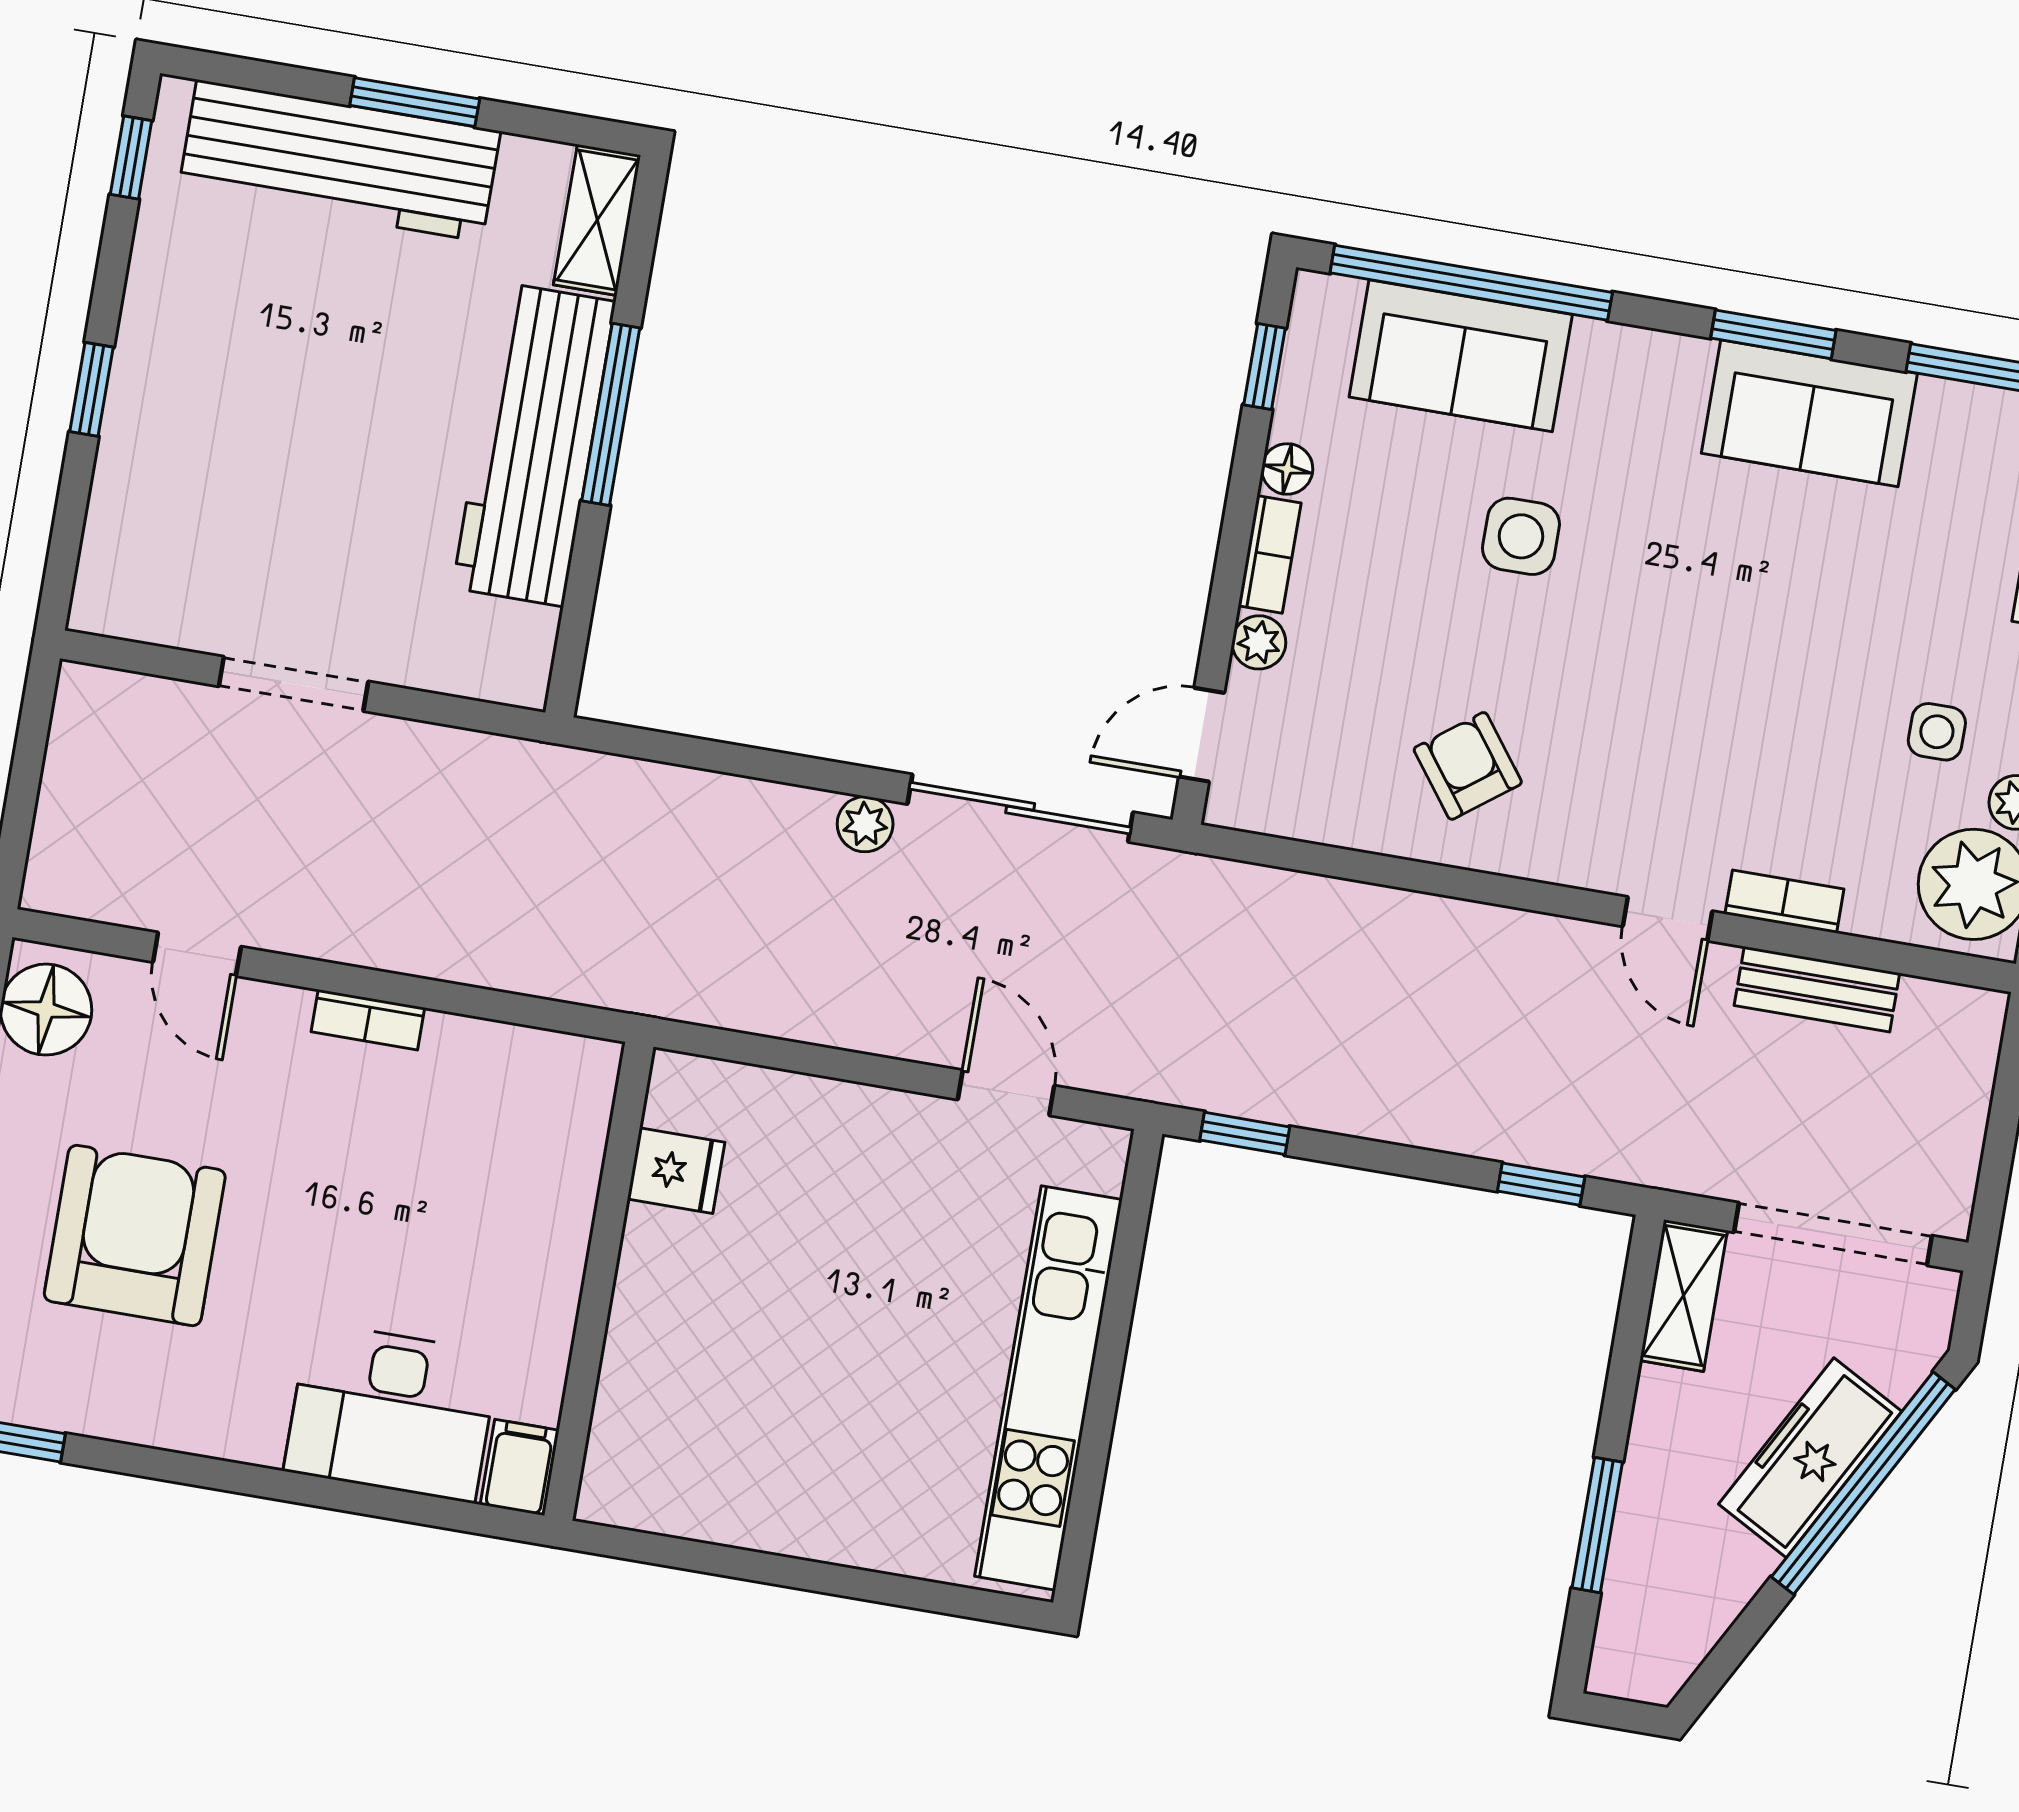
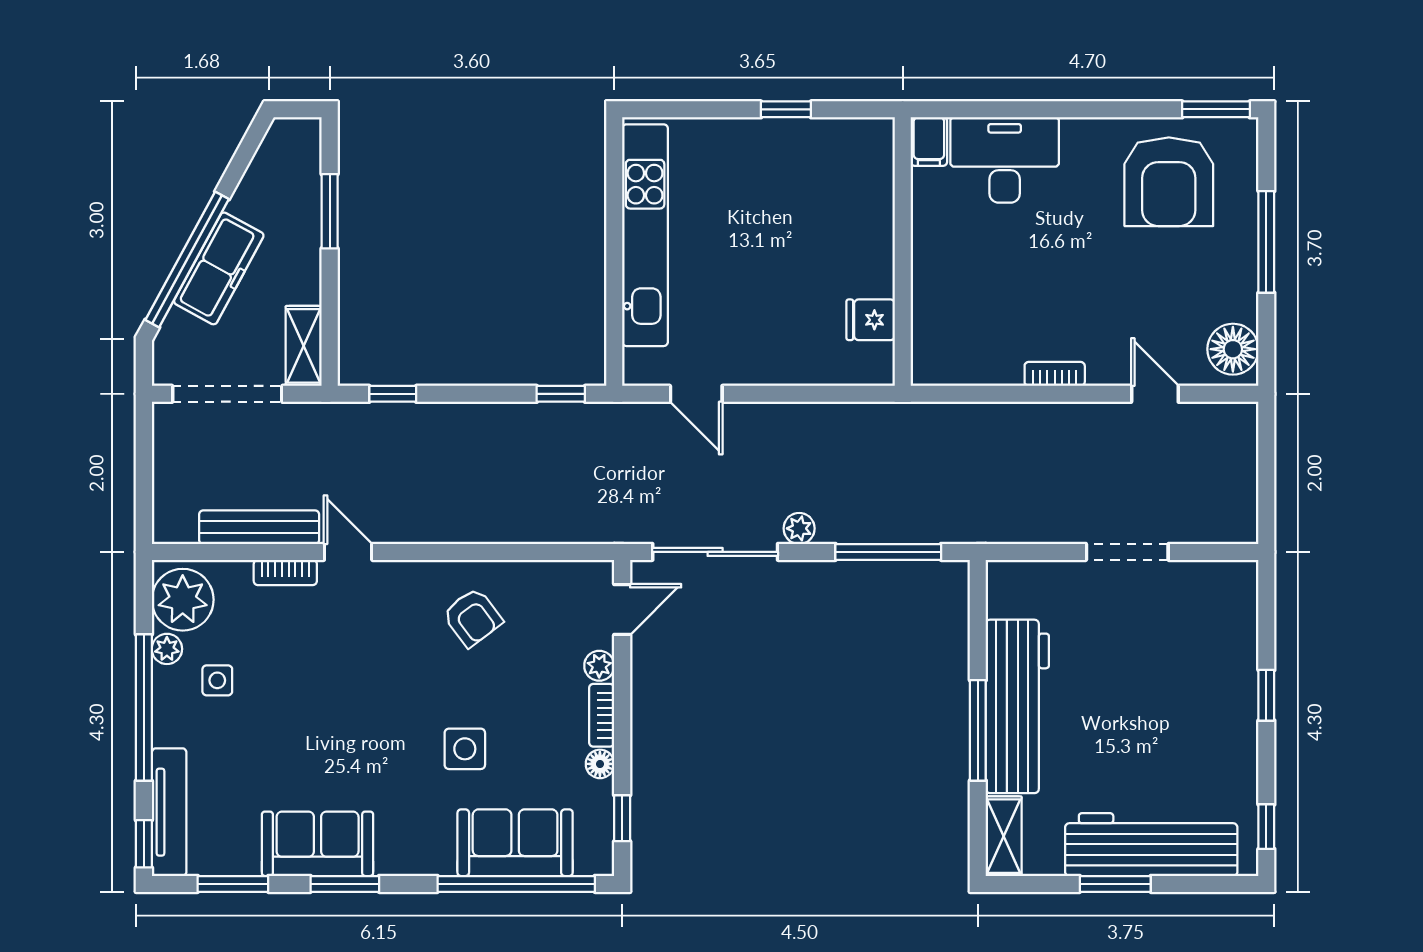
window: (715, 756) -> (888, 552), added
bench: (1817, 989) -> (259, 527), width x1.36
armchair: (135, 1235) -> (1169, 182), moved
window: (762, 1567) -> (786, 109), added

